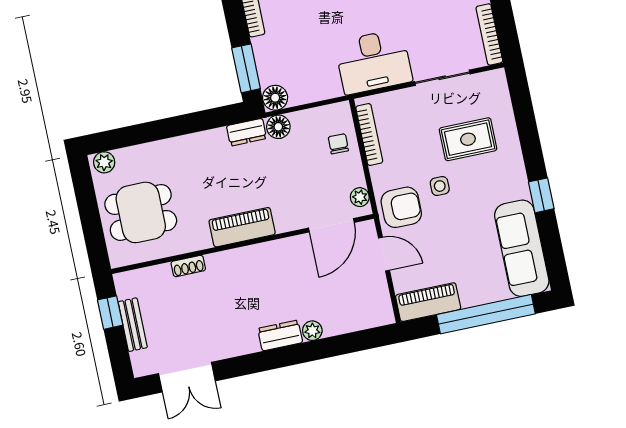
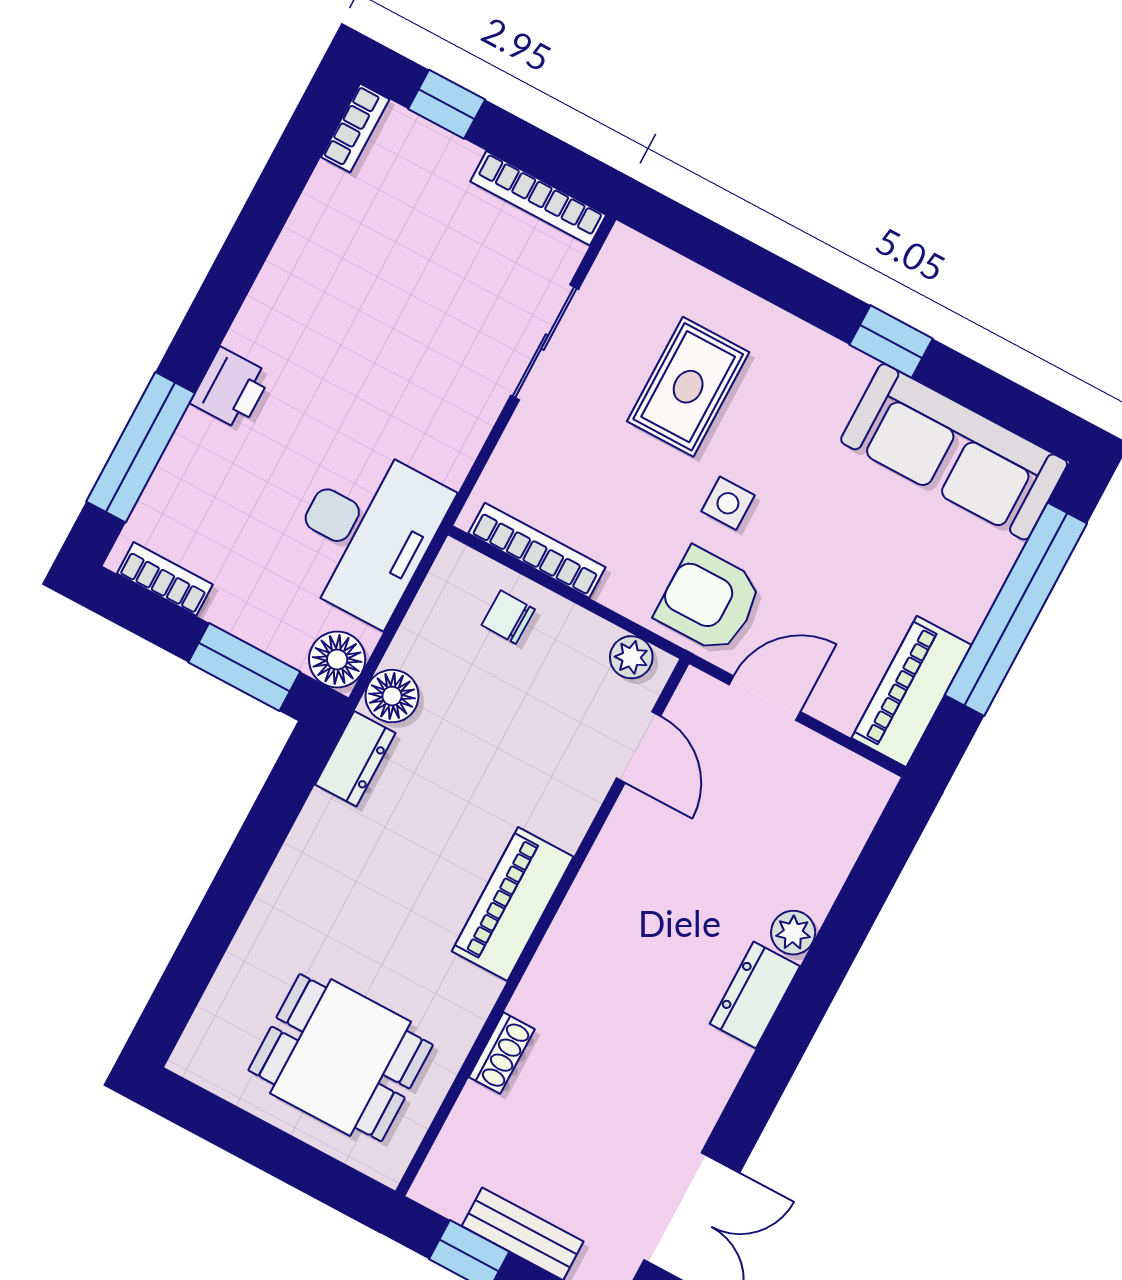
desk: (374, 62) -> (366, 533), moved
plant: (104, 162) -> (201, 1048), removed
armchair: (401, 207) -> (709, 600), turned -90
dining table: (141, 212) -> (341, 1058), turned 90
door: (331, 225) -> (639, 747), width x0.73

